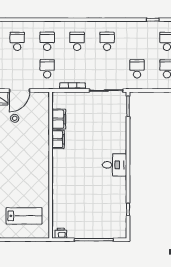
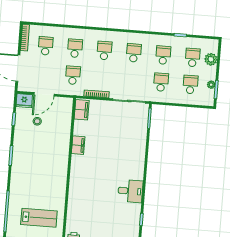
school desk: (137, 41) -> (163, 55), added
filing cabinet: (59, 119) -> (82, 110), moved
desk: (115, 165) -> (130, 191), moved

